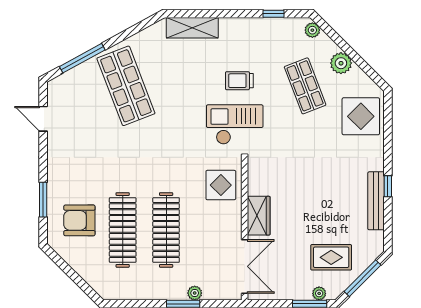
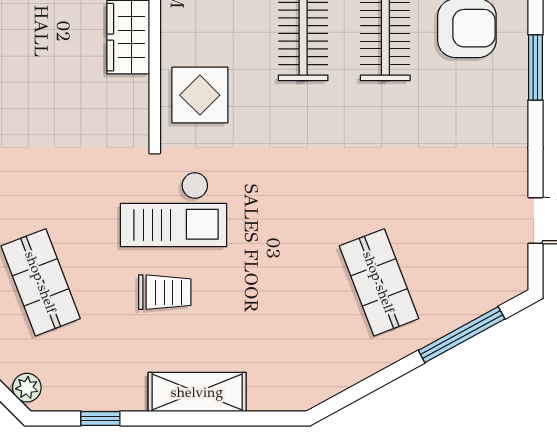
shelving: (192, 28) -> (197, 392), moved
shop shelf: (126, 86) -> (379, 282), width x0.70, depth x0.74

